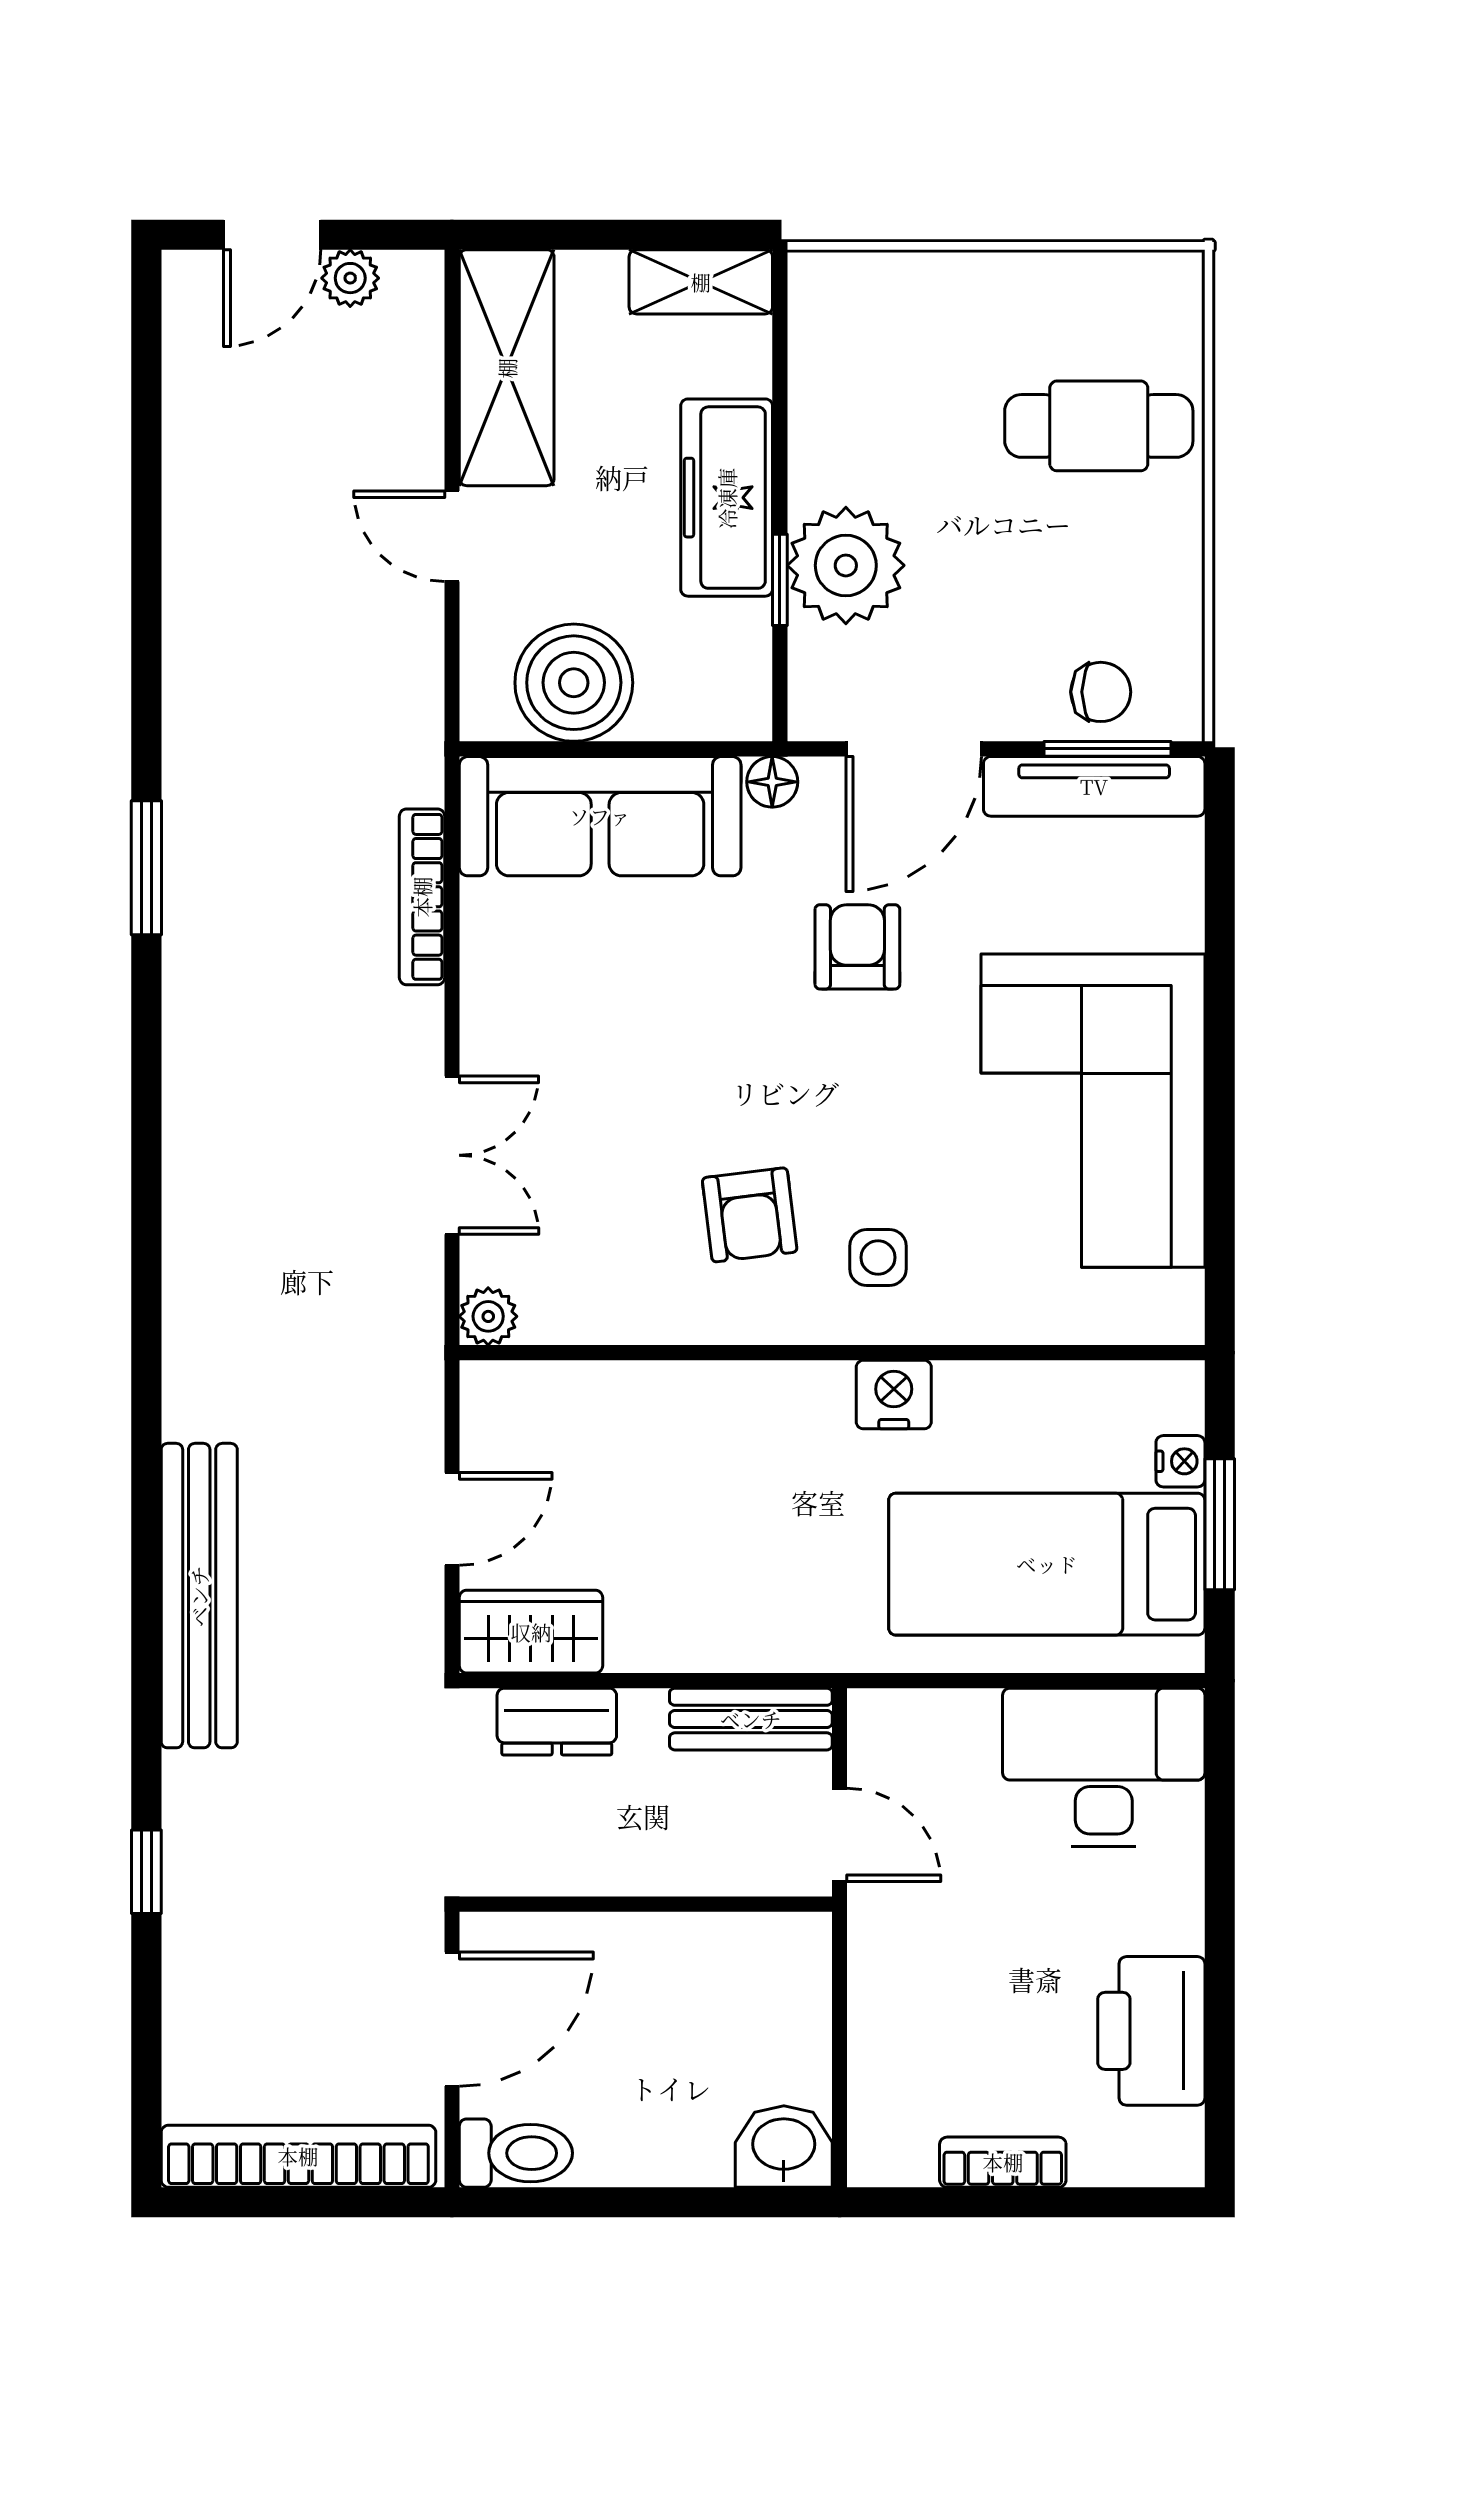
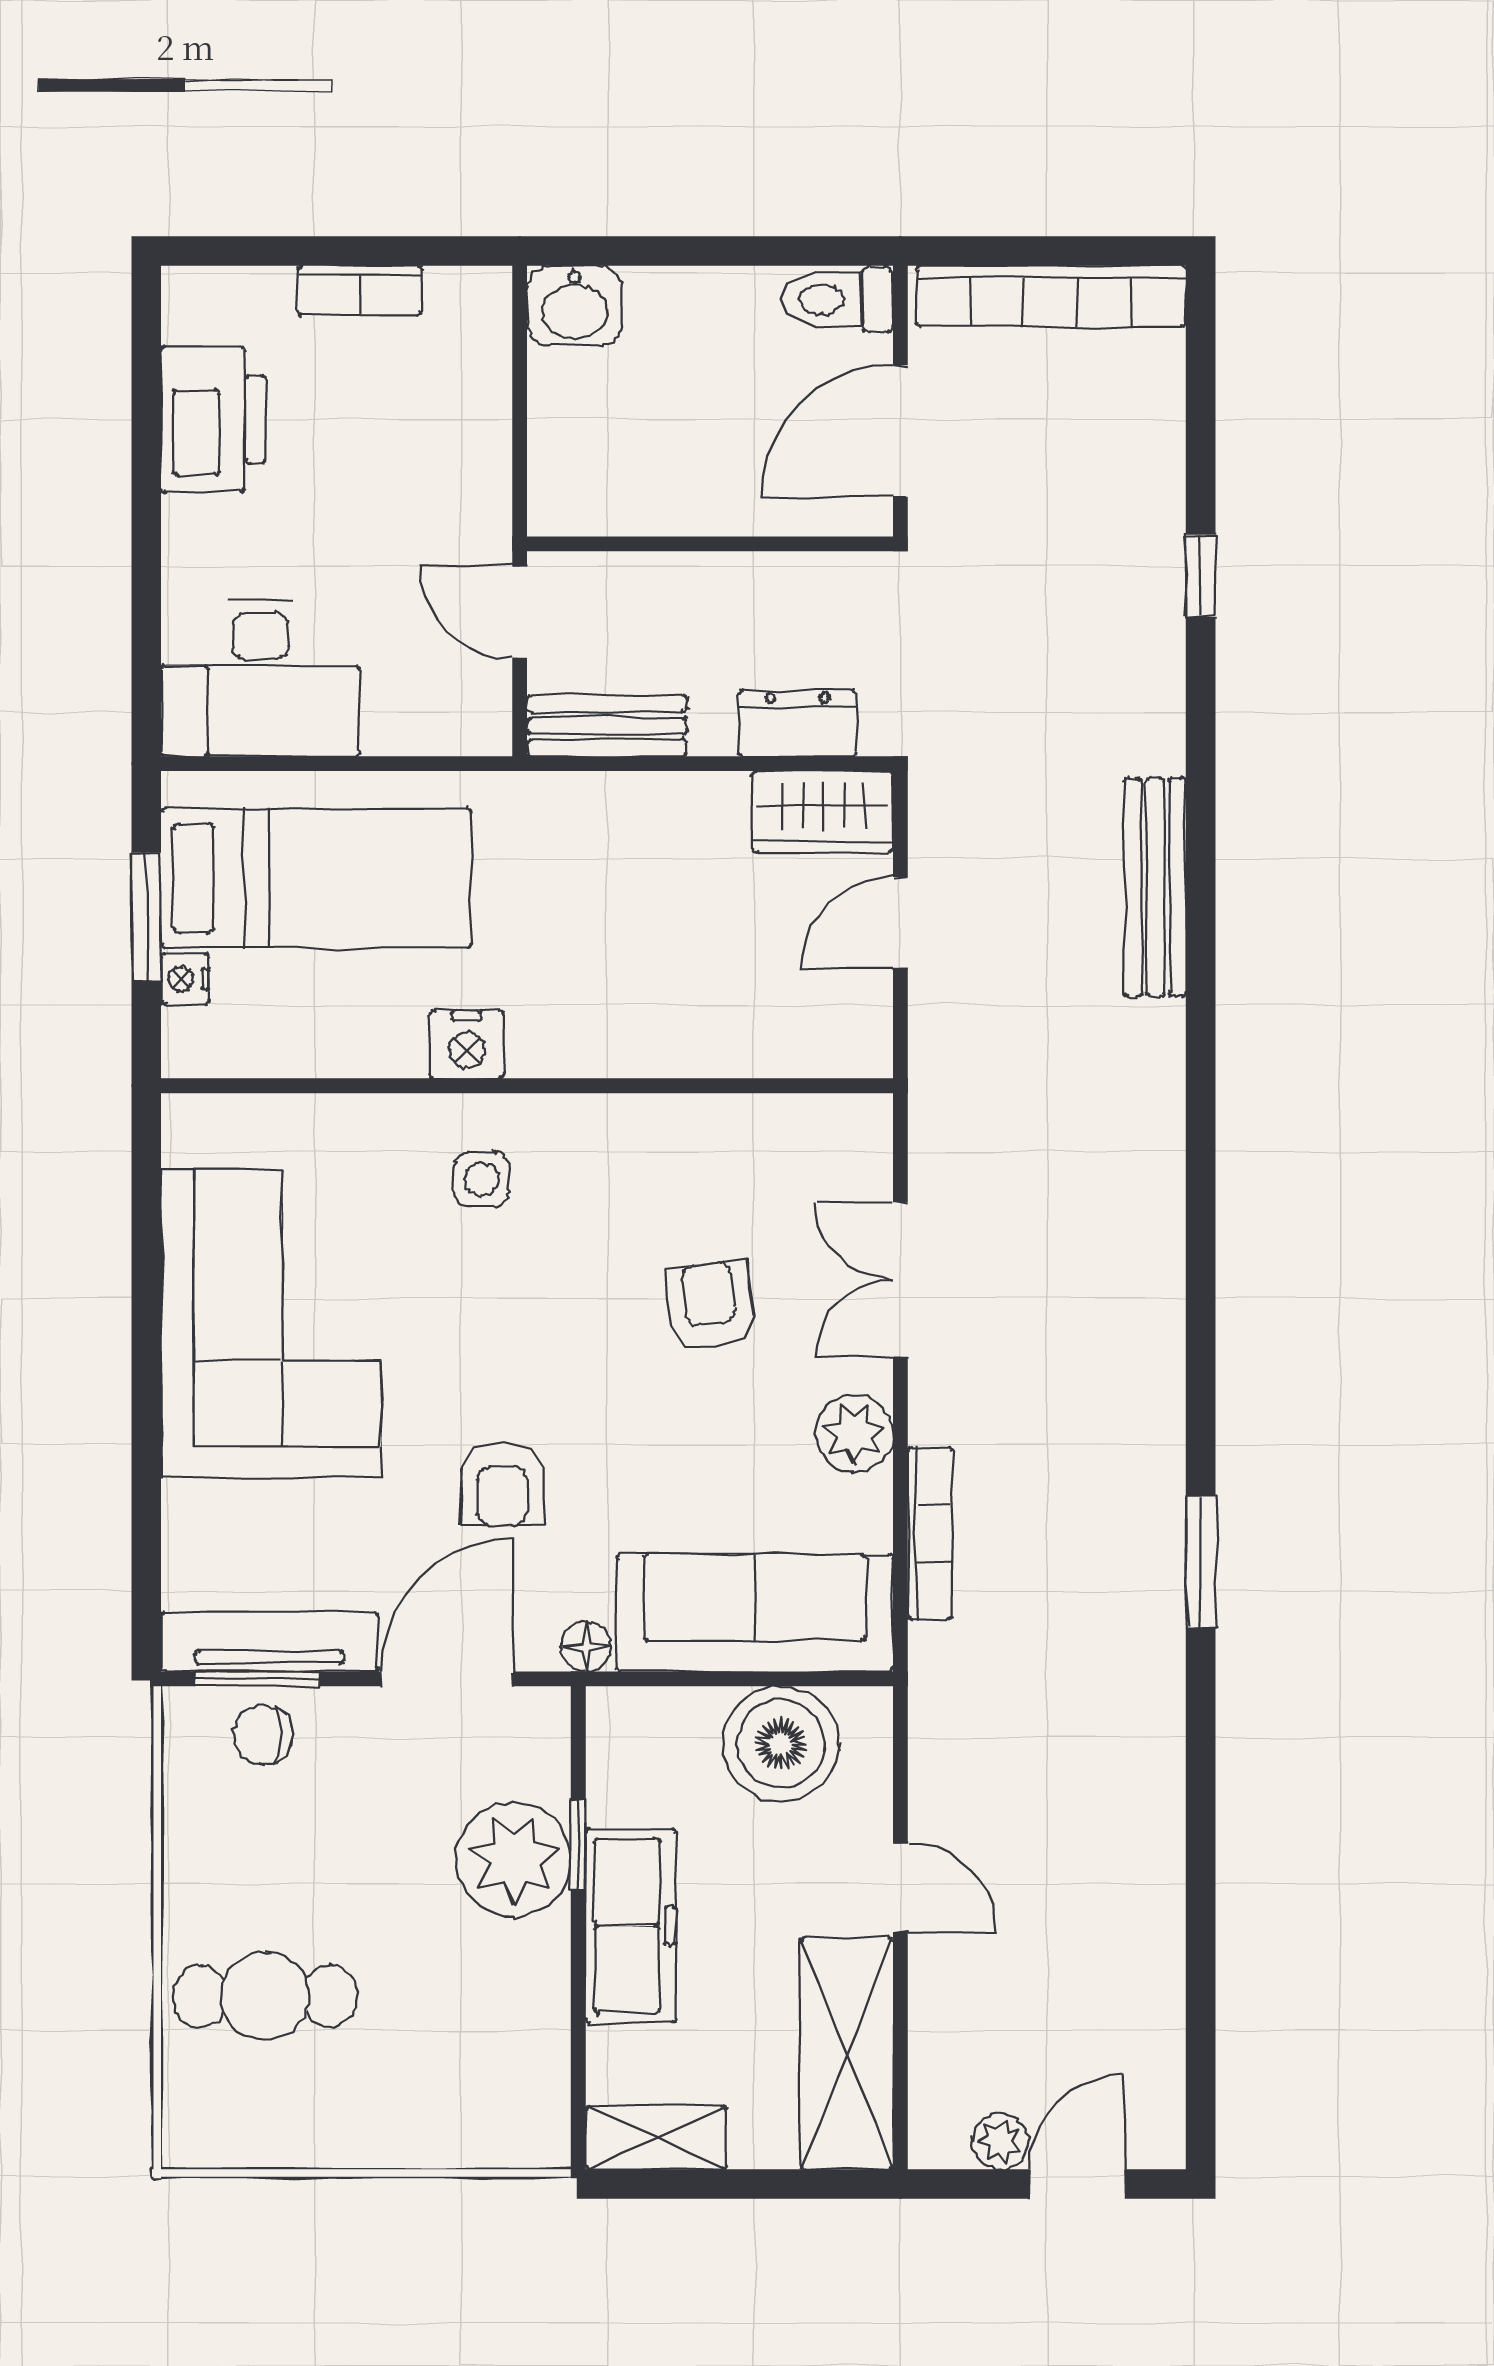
armchair: (750, 1215) -> (710, 1305), moved
plant: (488, 1316) -> (854, 1434), moved, width x1.38, depth x1.38
bench: (199, 1596) -> (1155, 887), width x0.73, depth x0.82

